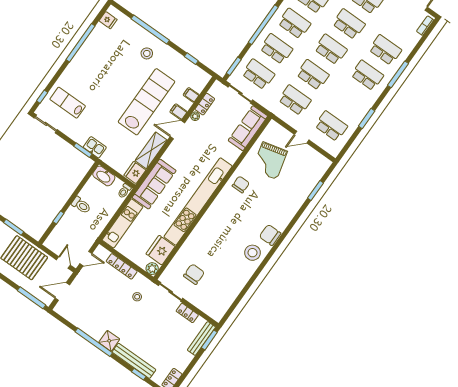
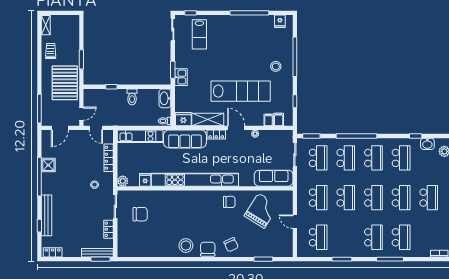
lab bench: (68, 103) -> (199, 34), turned 180
locker: (205, 104) -> (216, 134), moved
filing cabinet: (178, 112) -> (279, 119), moved
grand piano: (270, 161) -> (261, 211), turned 136
chair: (281, 211) -> (231, 245), added
fridge: (161, 250) -> (145, 180), width x0.53, depth x0.75
door: (62, 292) -> (60, 128), swing flipped
shower: (109, 341) -> (48, 165), moved

